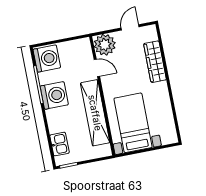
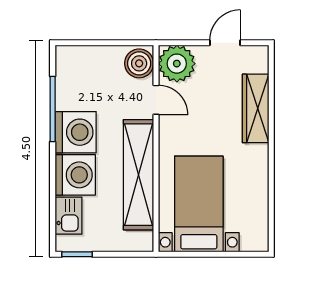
boiler: (83, 49) -> (139, 63), added
washing machine: (47, 58) -> (75, 175), moved

